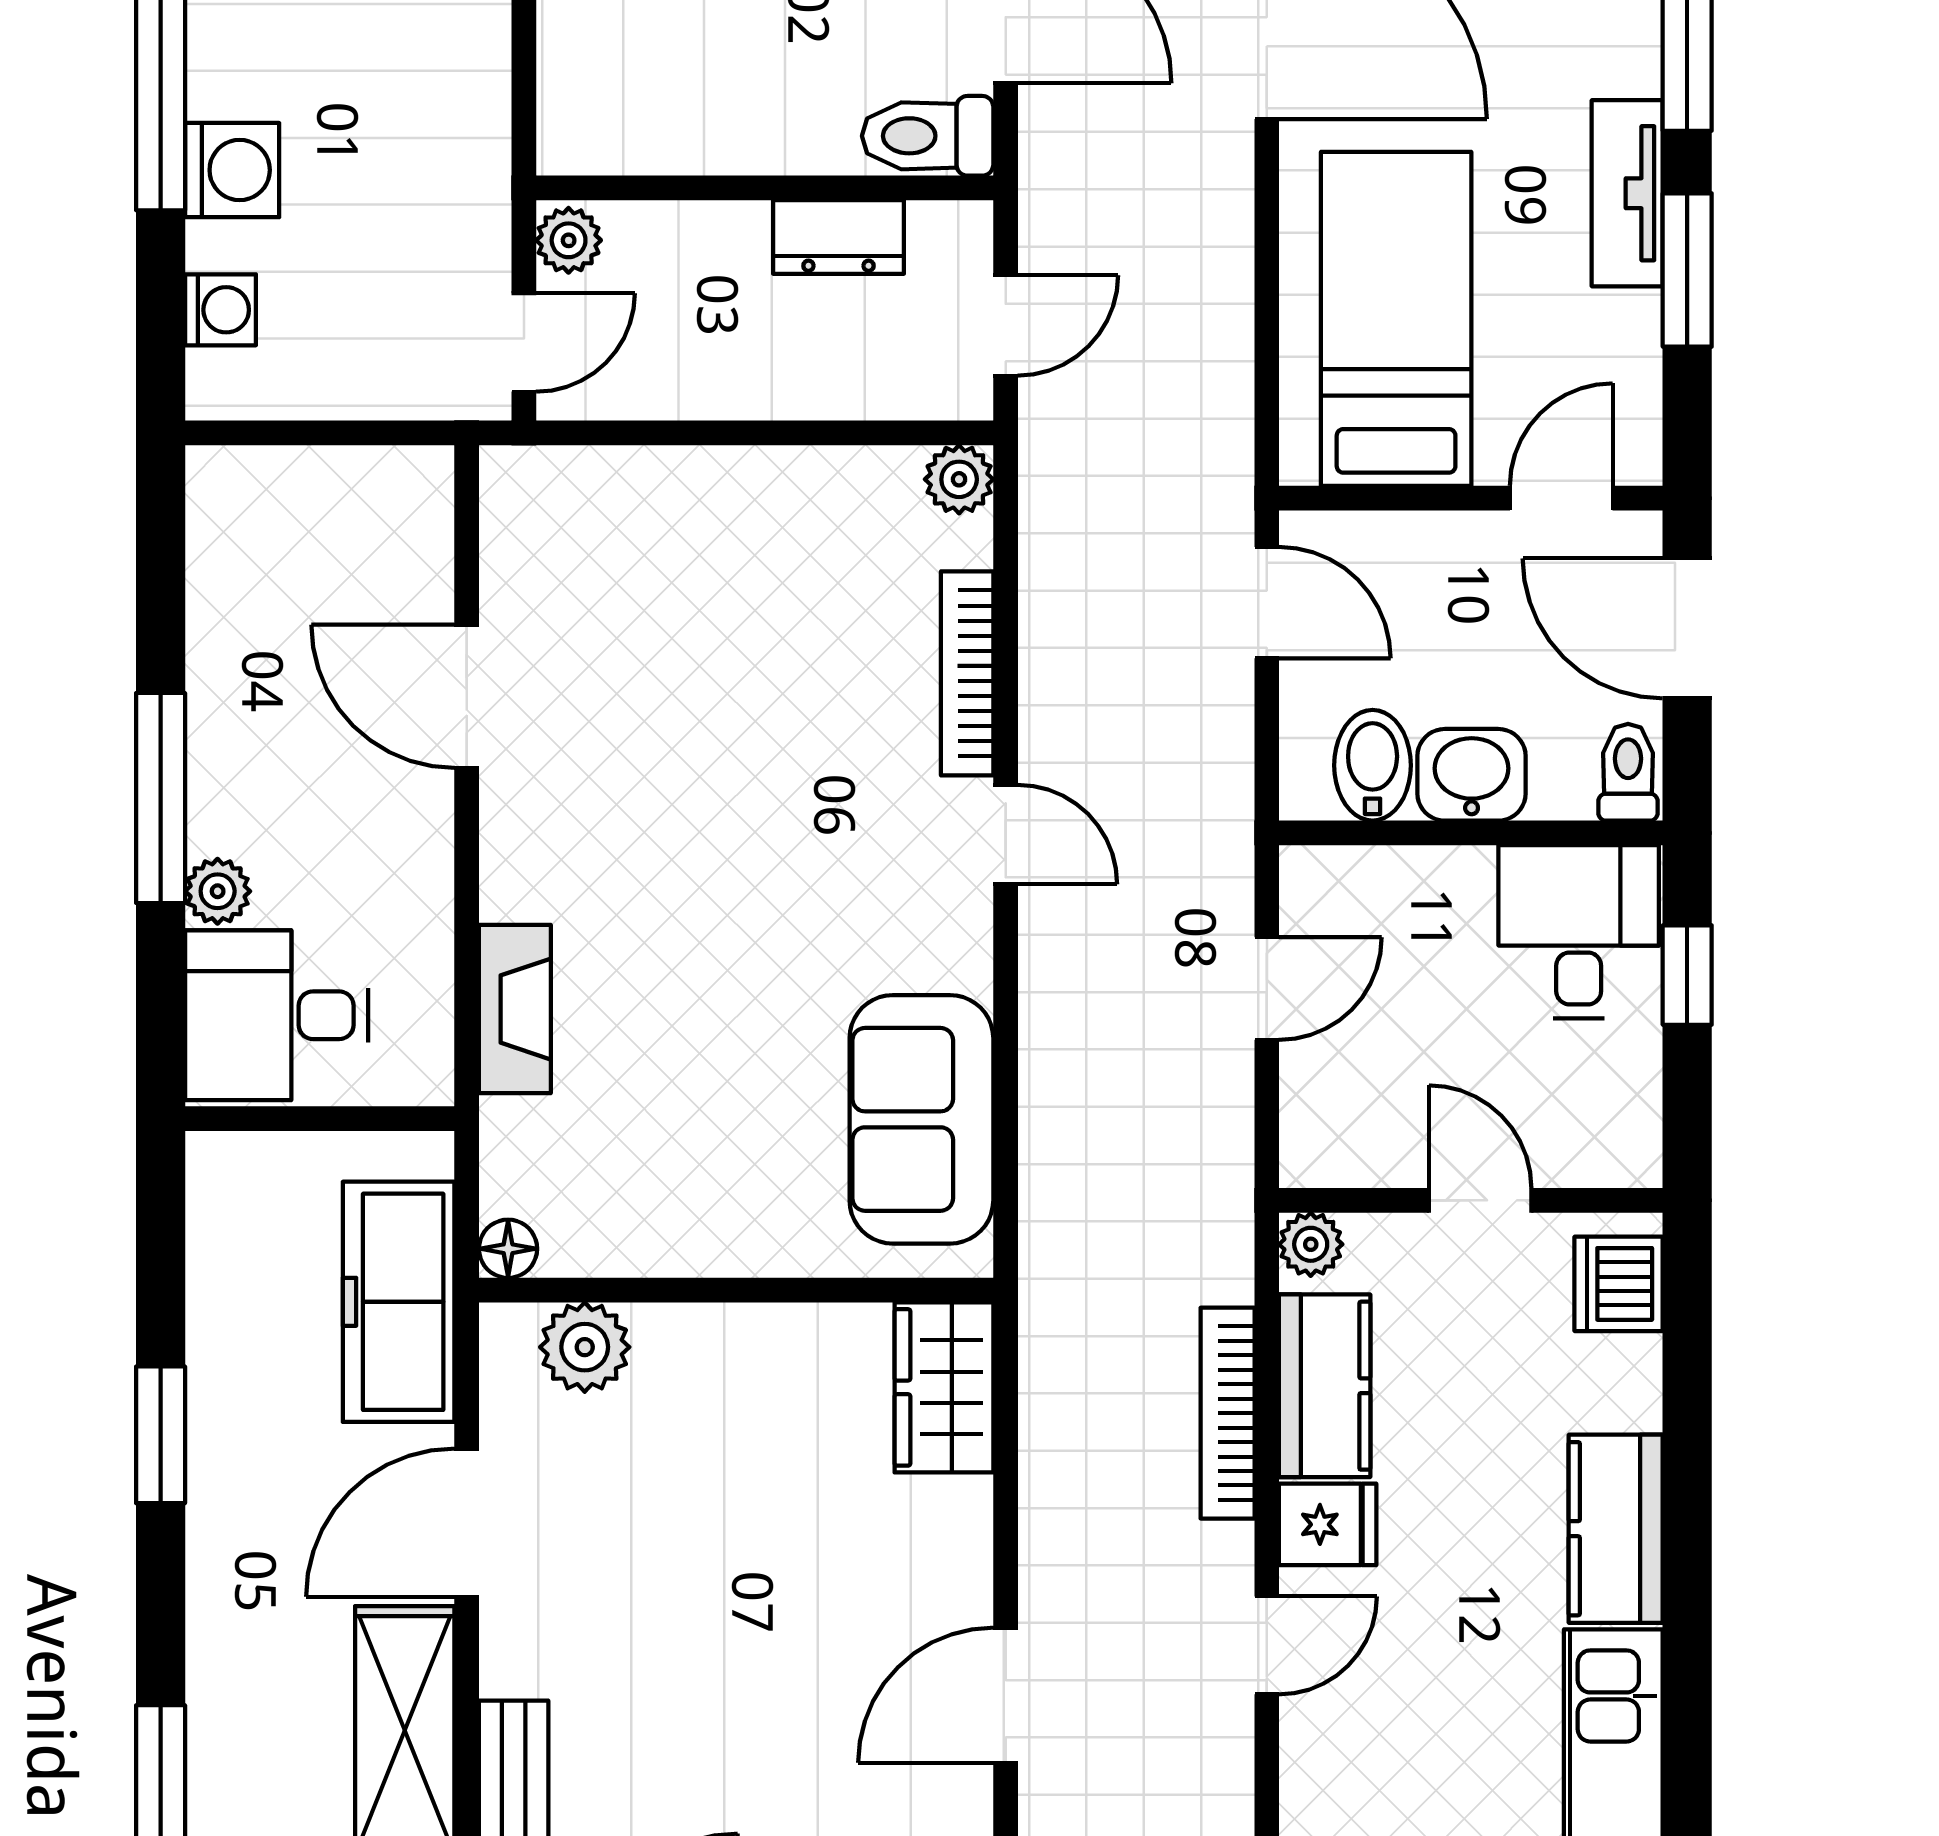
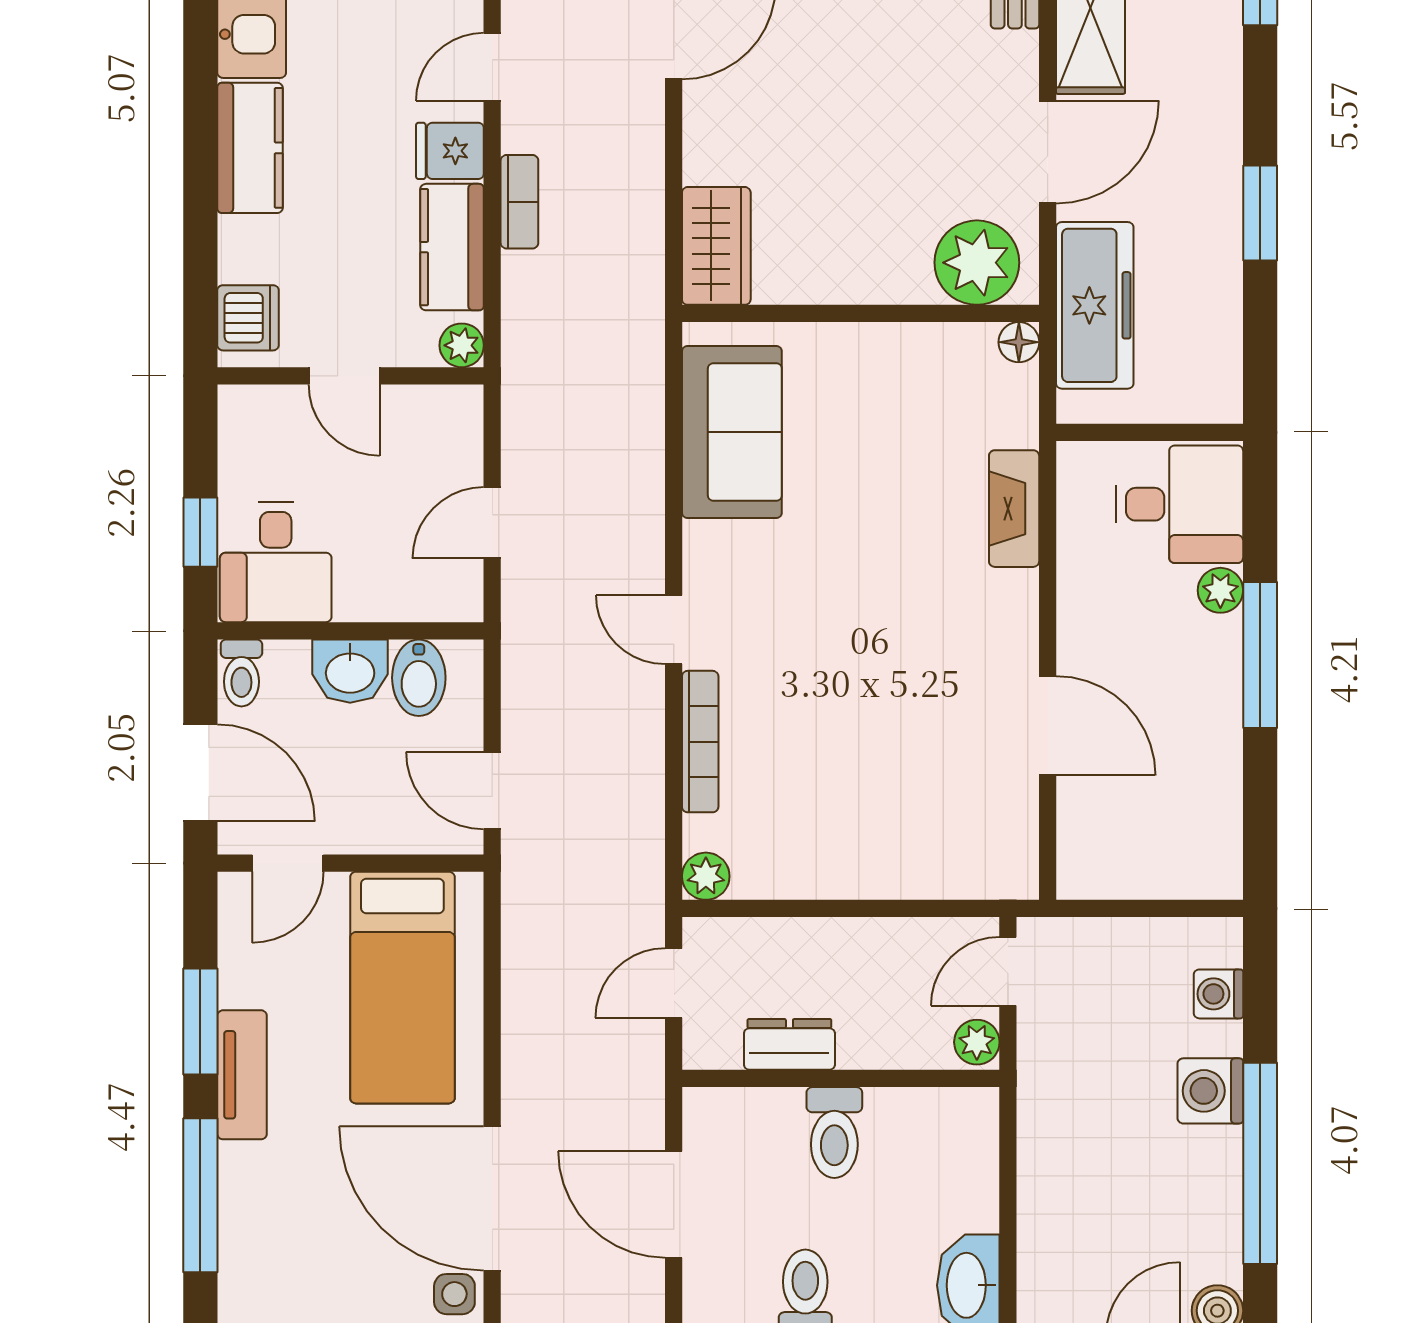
toilet: (928, 136) -> (834, 1133), moved, turned 90
plant: (585, 1347) -> (977, 263), width x1.36, depth x1.36
bookcase: (1228, 1413) -> (519, 202), width x0.64

